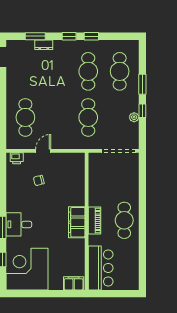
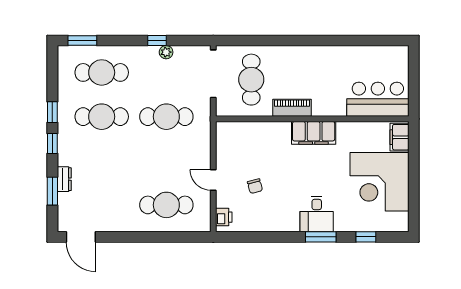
window: (142, 84) -> (82, 41), moved
piano: (94, 220) -> (292, 108), moved
cafe table: (124, 220) -> (251, 80), moved, turned 90
corner desk: (27, 269) -> (379, 182), moved

